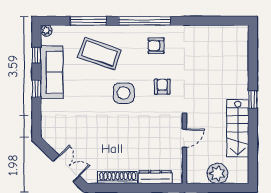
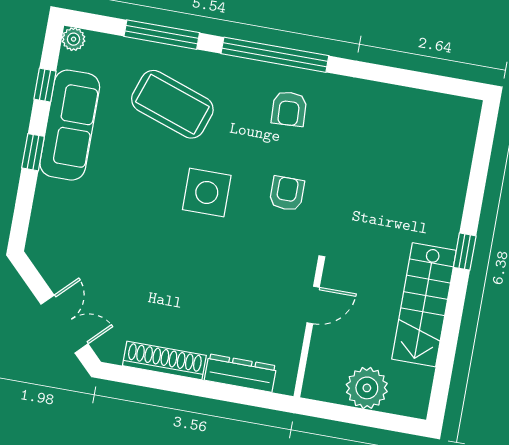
armchair: (156, 46) -> (289, 109), turned -93

